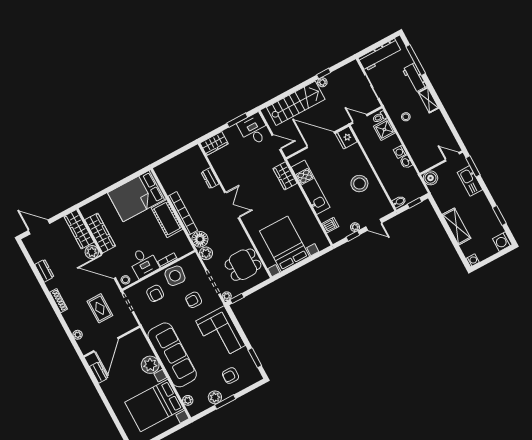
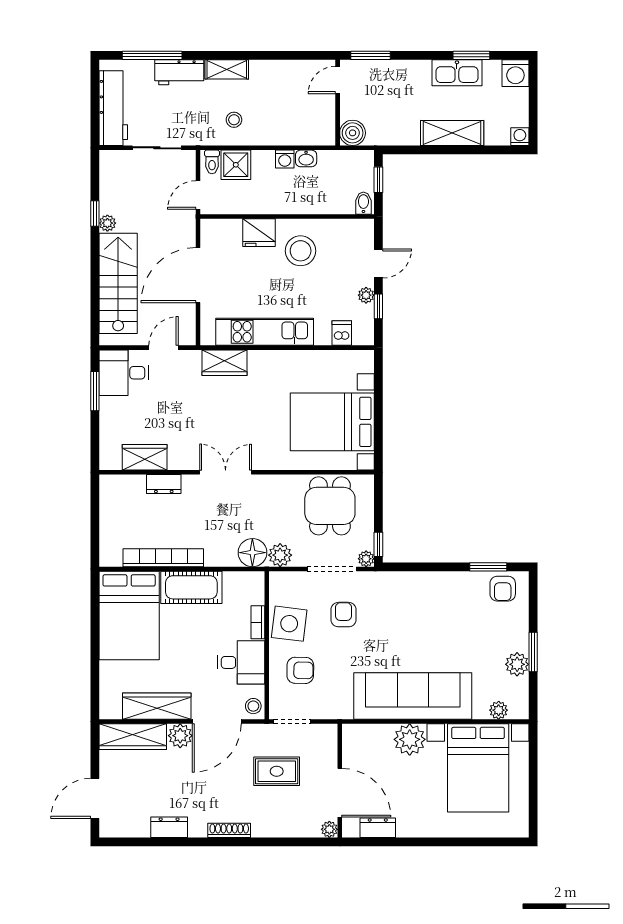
fridge: (346, 138) -> (259, 233), moved
wardrobe: (214, 143) -> (145, 457), moved, turned -90
kitchen sink: (470, 181) -> (457, 73), moved
bookcase: (183, 213) -> (163, 558), moved
armchair: (194, 300) -> (344, 615), turned 180
corner sofa: (221, 333) -> (420, 600), removed
plant: (78, 335) -> (329, 829), moved
armchair: (231, 375) -> (503, 589), moved

